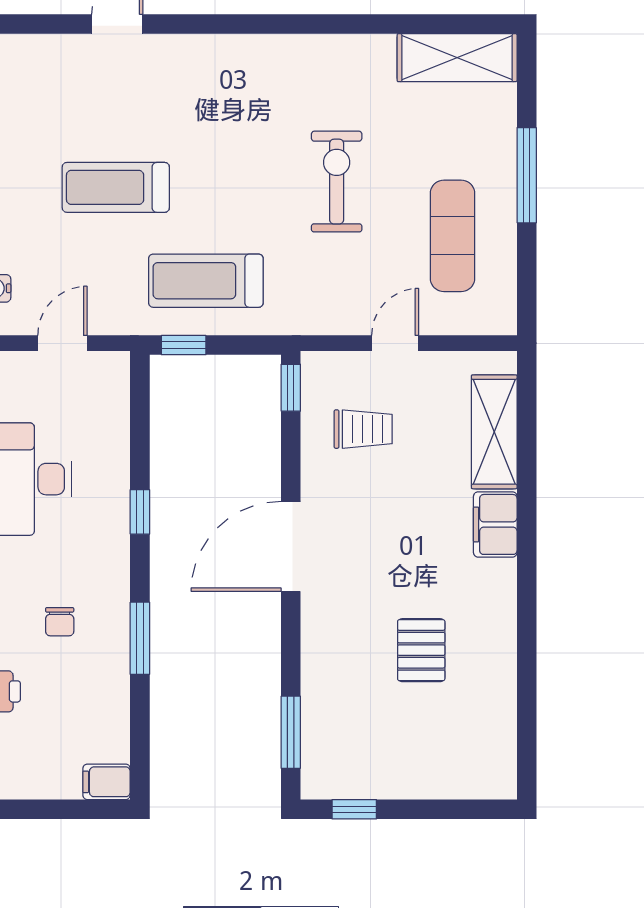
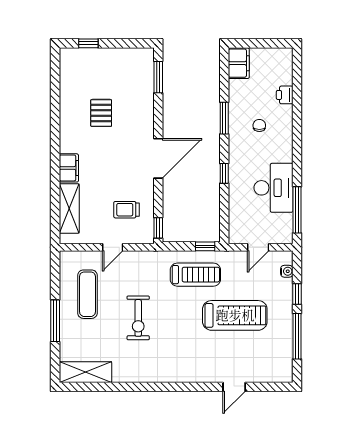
treadmill: (116, 187) -> (235, 315), width x1.37, depth x1.38
filing cabinet: (107, 782) -> (239, 63), width x2.00
window: (354, 809) -> (88, 43), moved

